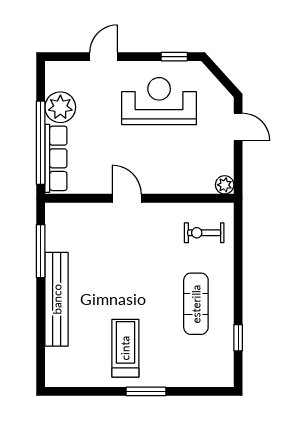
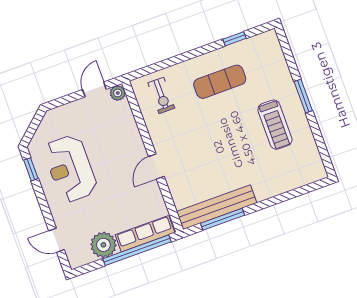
door: (104, 57) -> (57, 240), moved
door: (238, 127) -> (94, 89), moved
bench: (57, 299) -> (217, 207), moved
treadmill: (125, 348) -> (275, 125), turned -90

